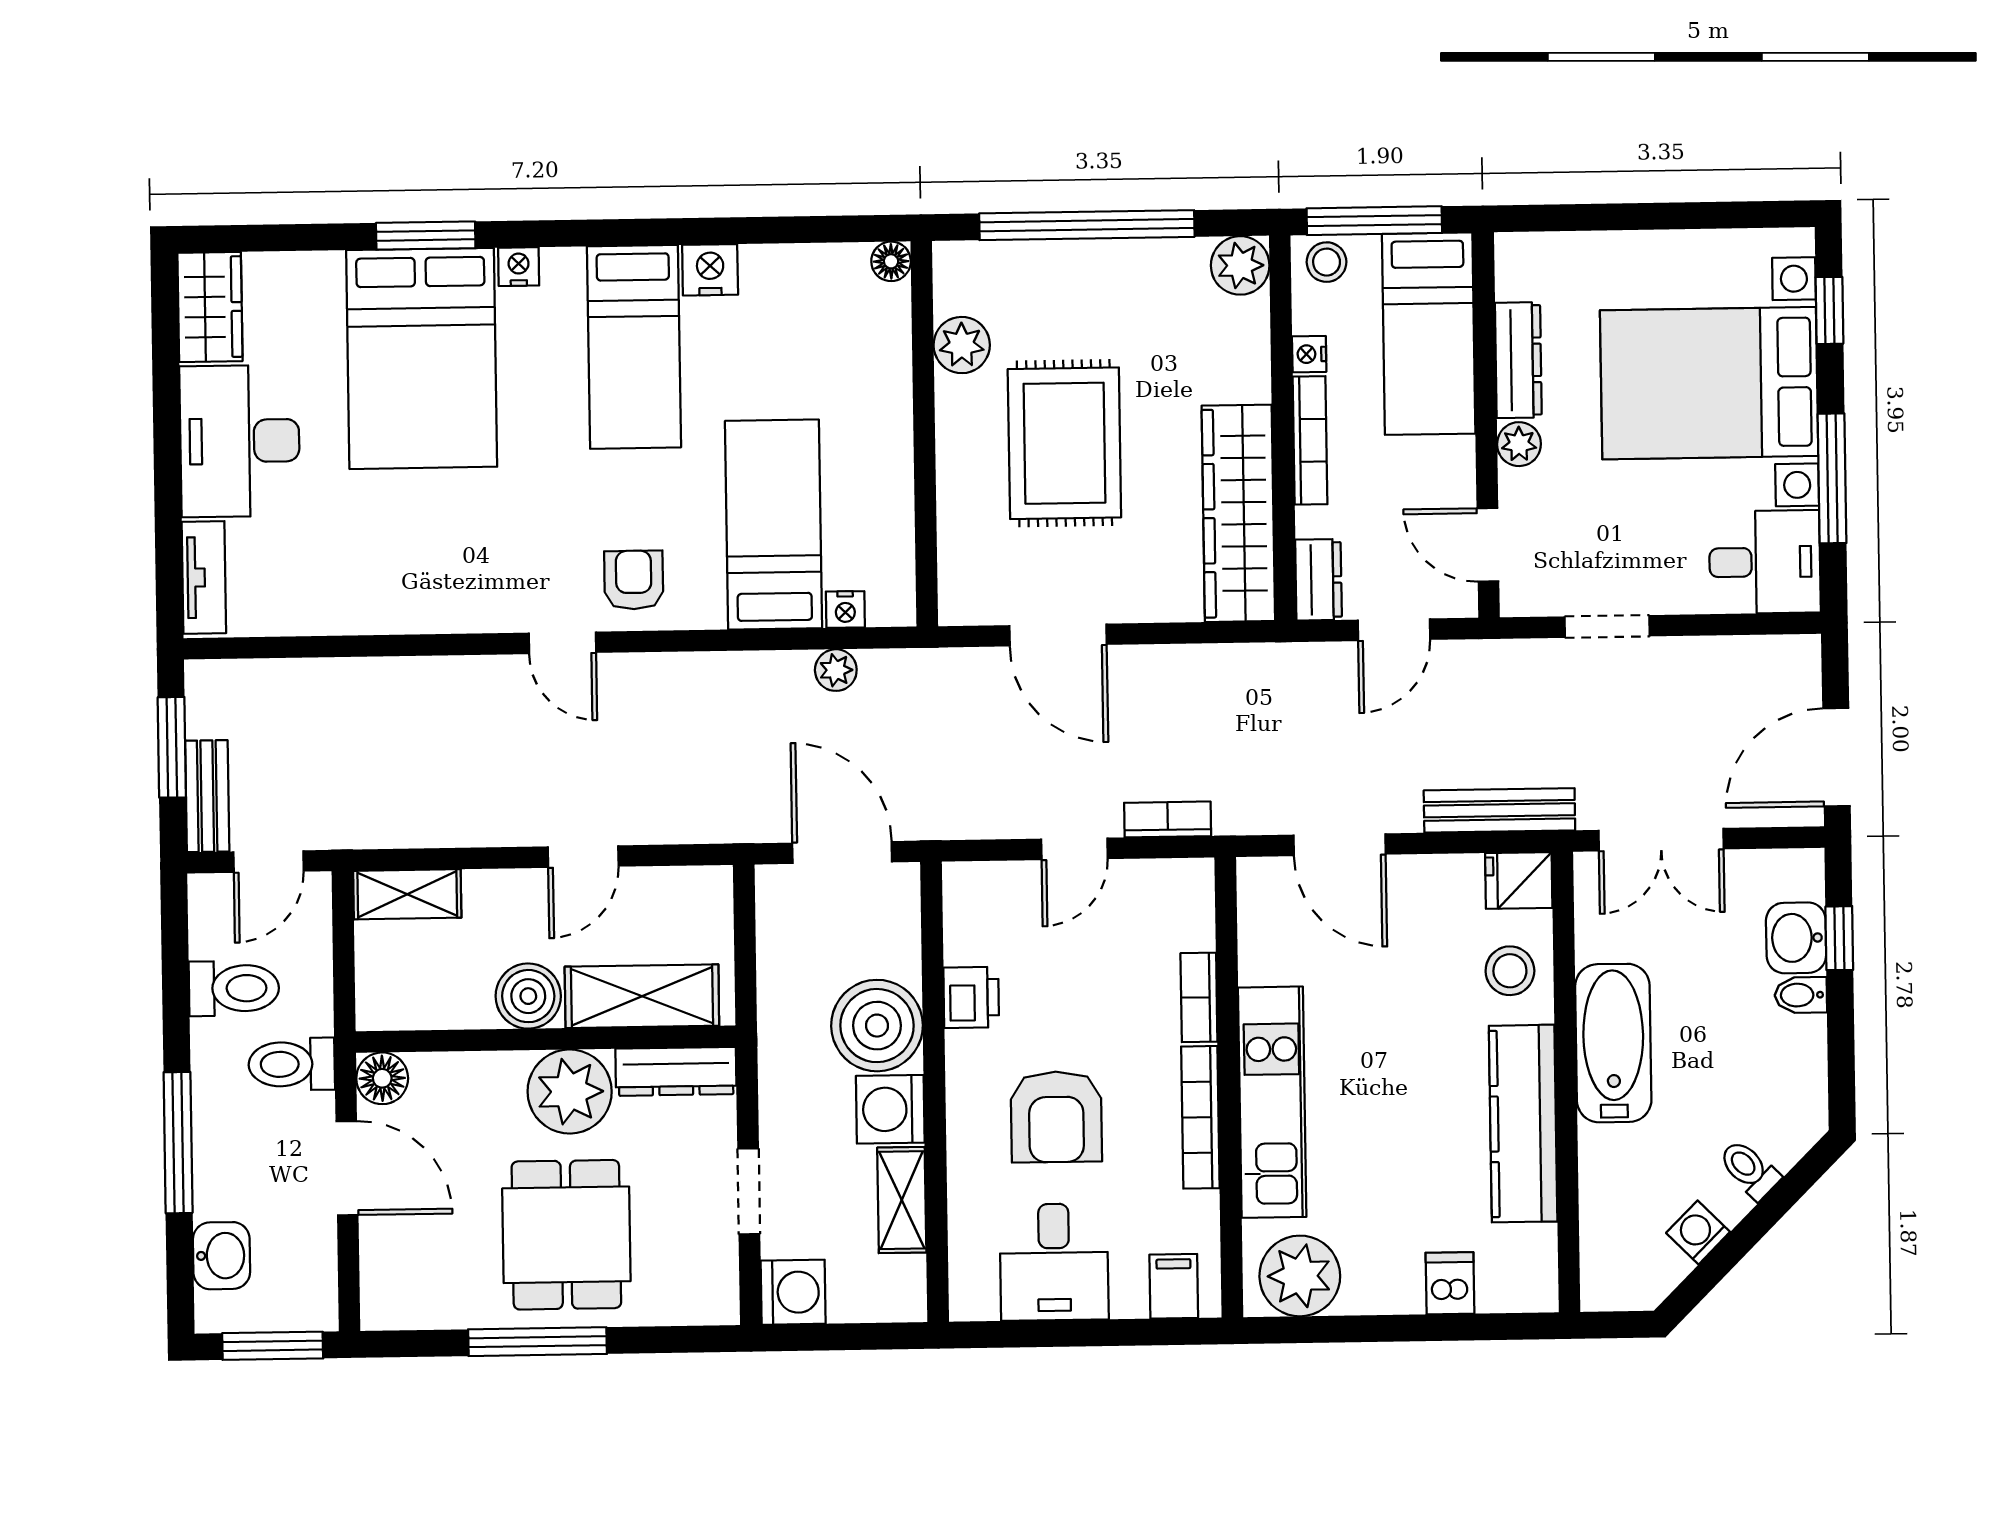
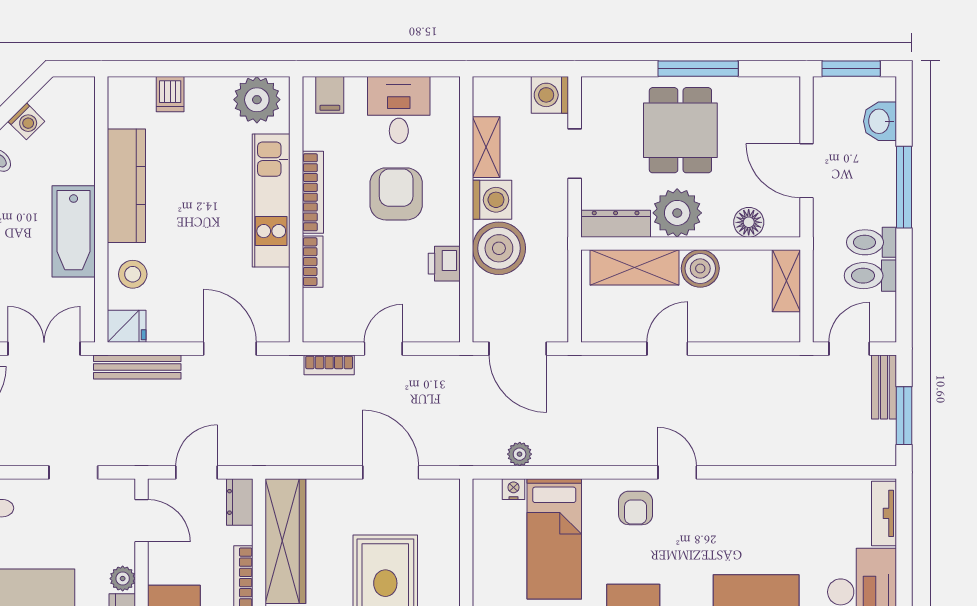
shelving: (407, 894) -> (786, 281), moved, turned 90
toilet: (292, 1064) -> (871, 242), moved, turned 180
floor lamp: (382, 1078) -> (749, 222), moved

